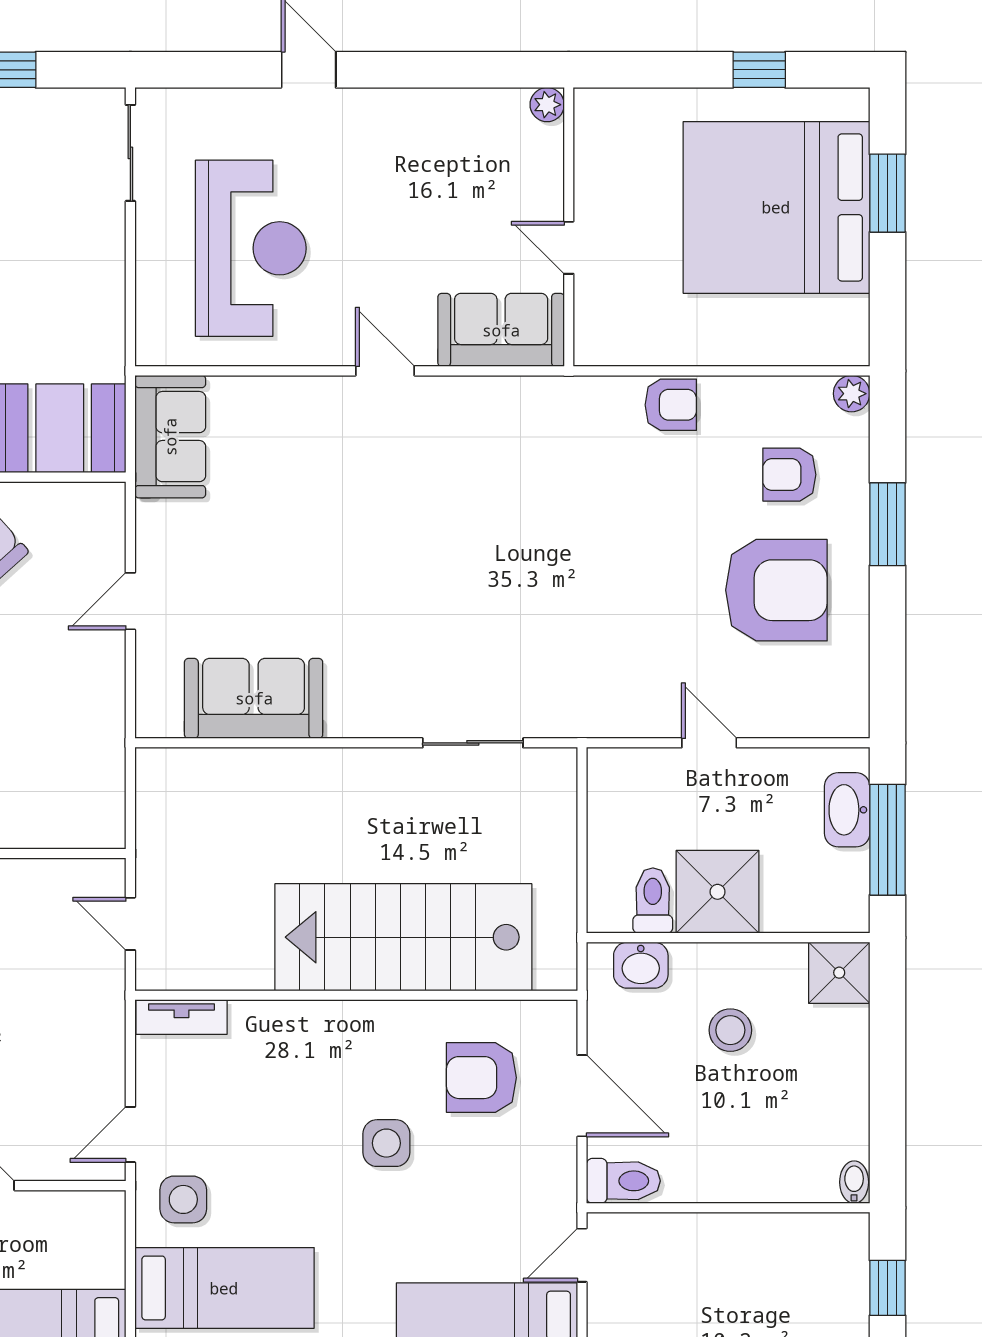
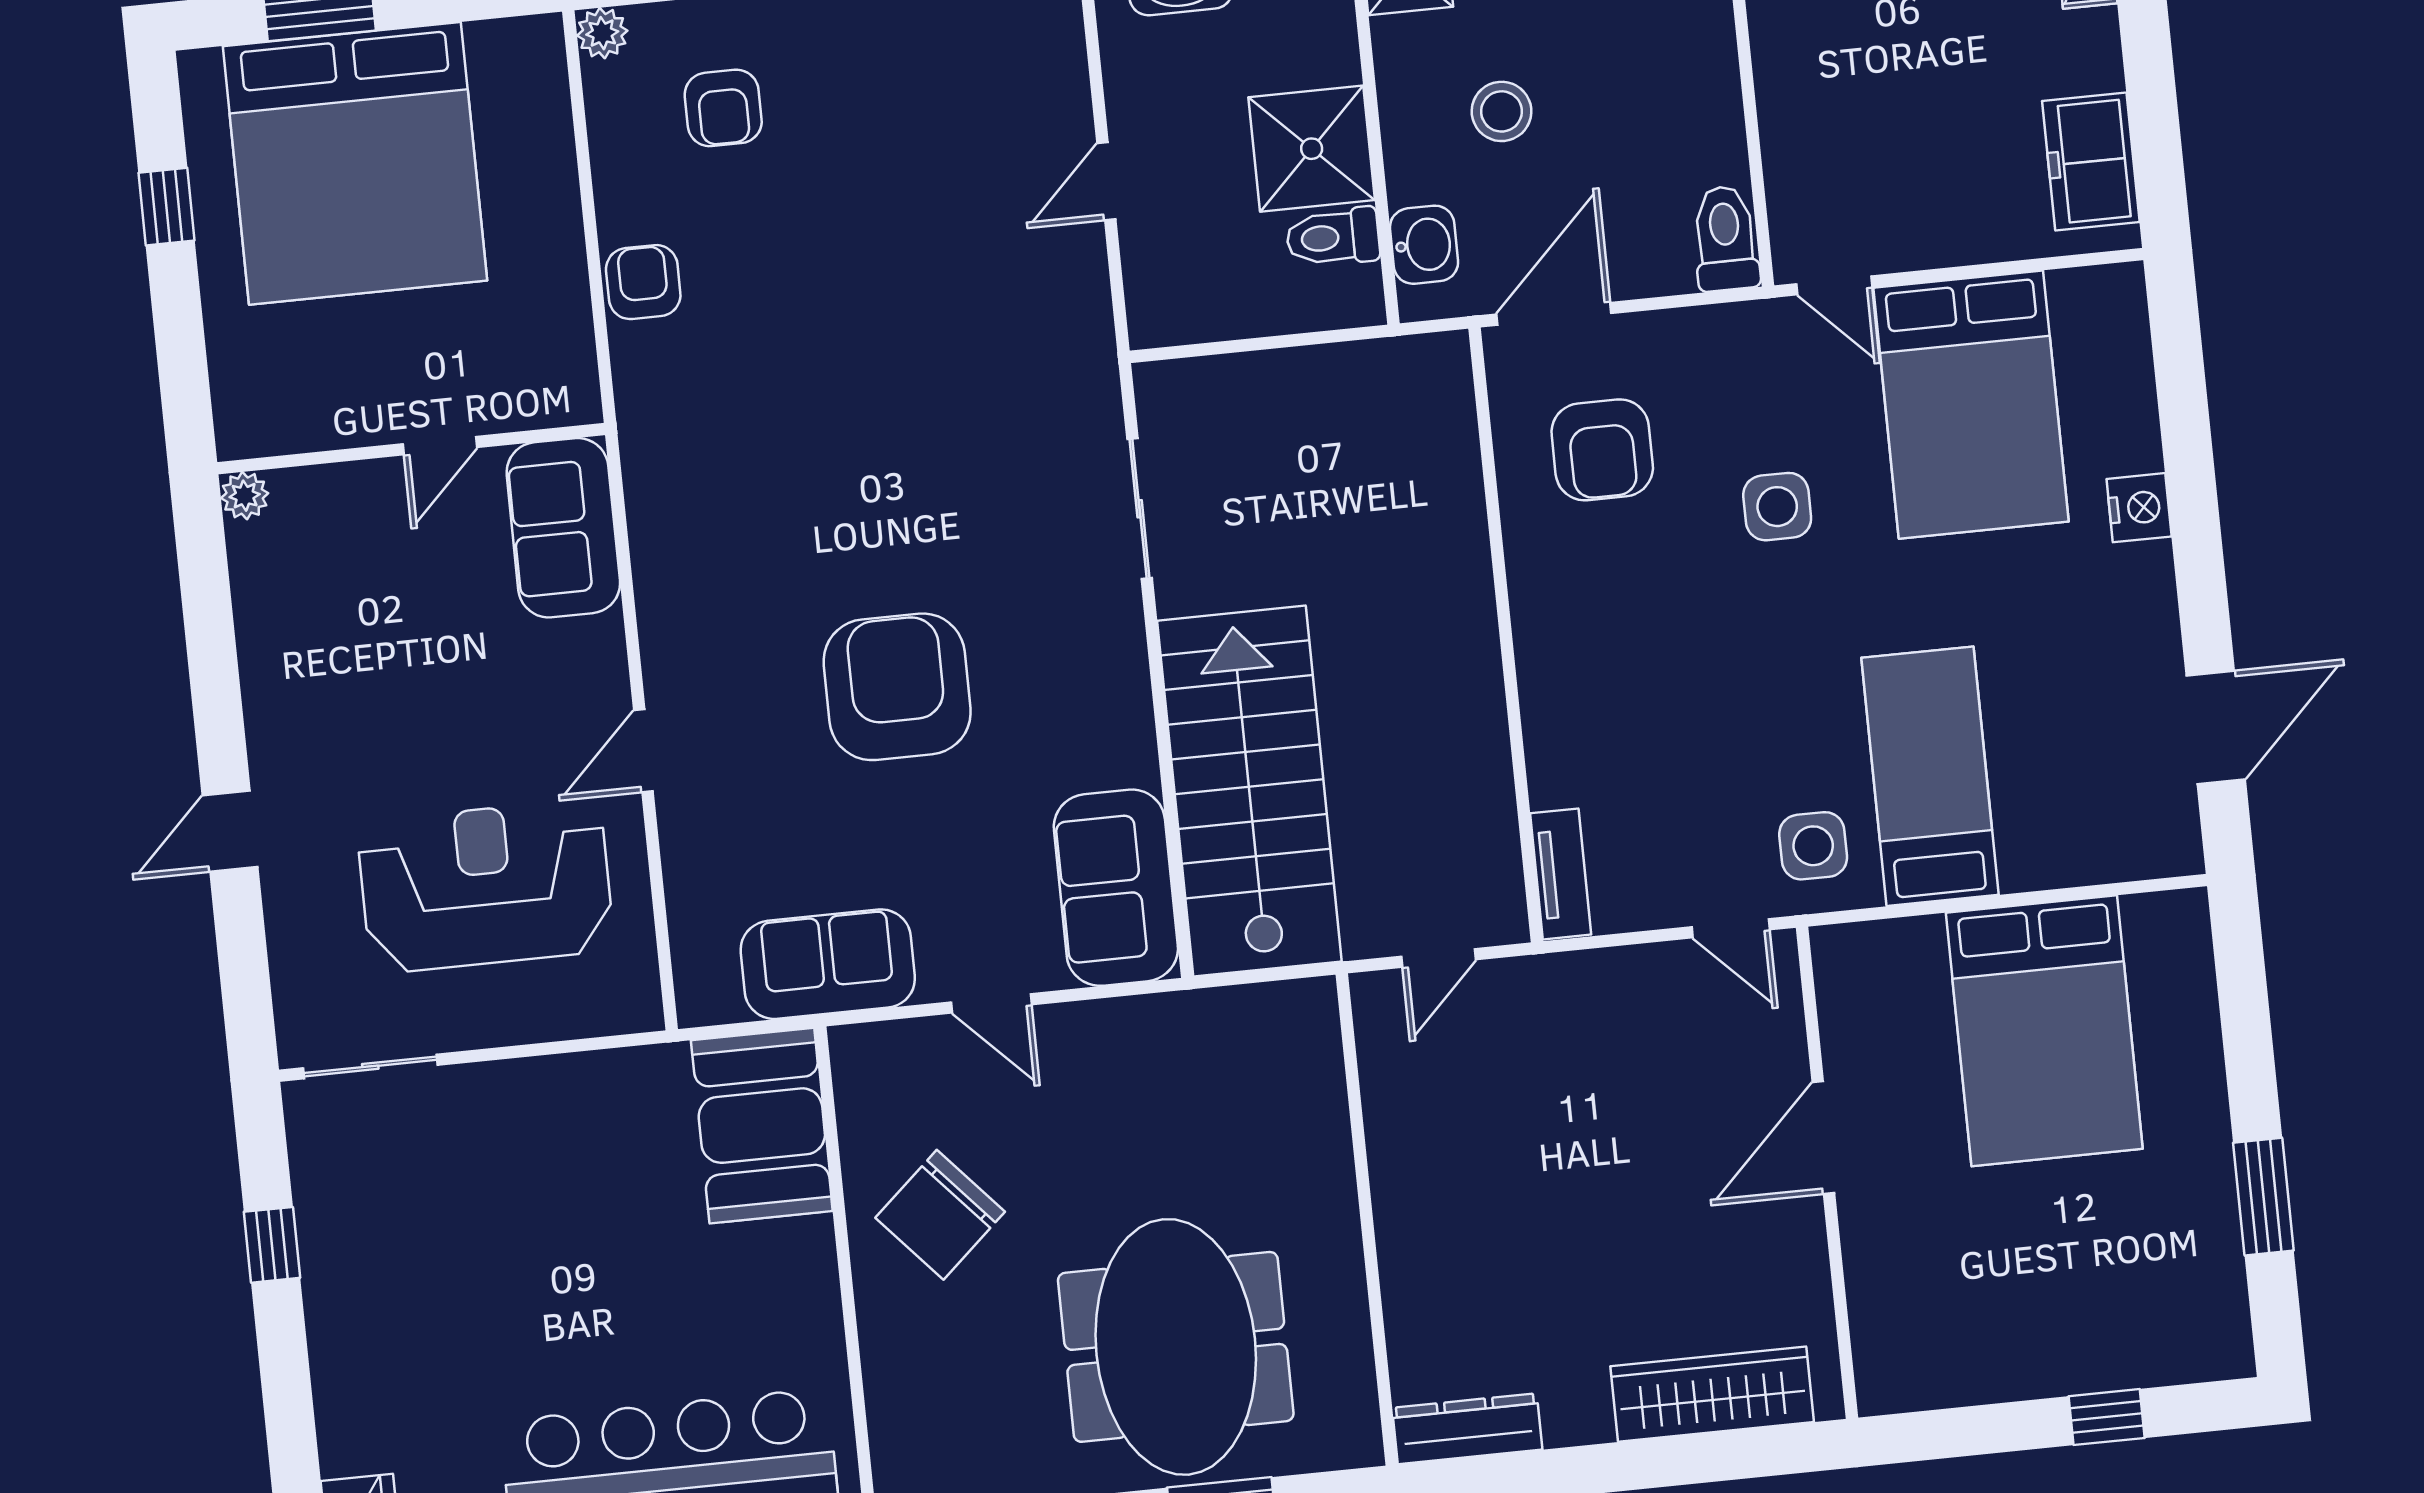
door: (385, 371) -> (643, 751), moved
sofa: (170, 437) -> (828, 964), moved
armchair: (776, 590) -> (897, 687), moved
sofa: (254, 698) -> (1116, 888), moved
stairs: (403, 937) -> (1249, 791), moved, turned 180
door: (582, 1096) -> (1554, 314), moved
side table: (386, 1143) -> (1777, 507), moved

